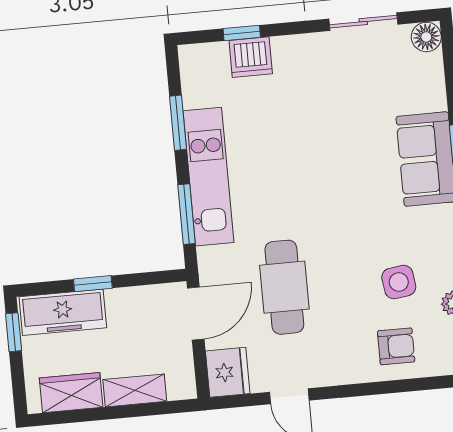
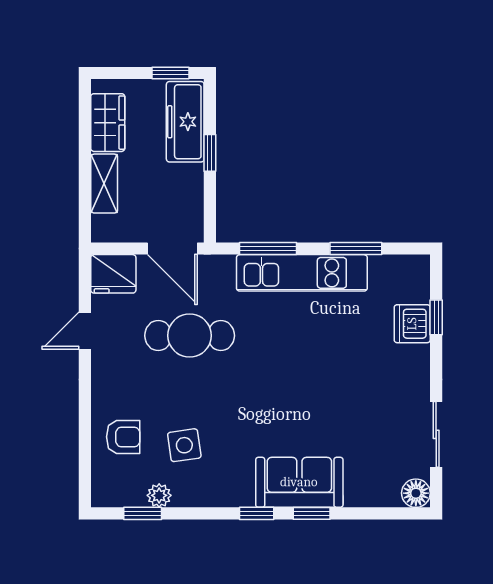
armchair: (396, 346) -> (123, 437), turned -90

